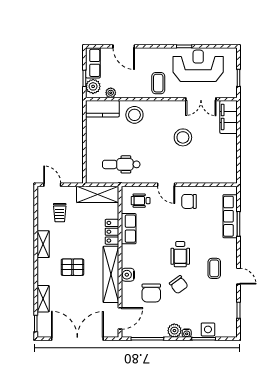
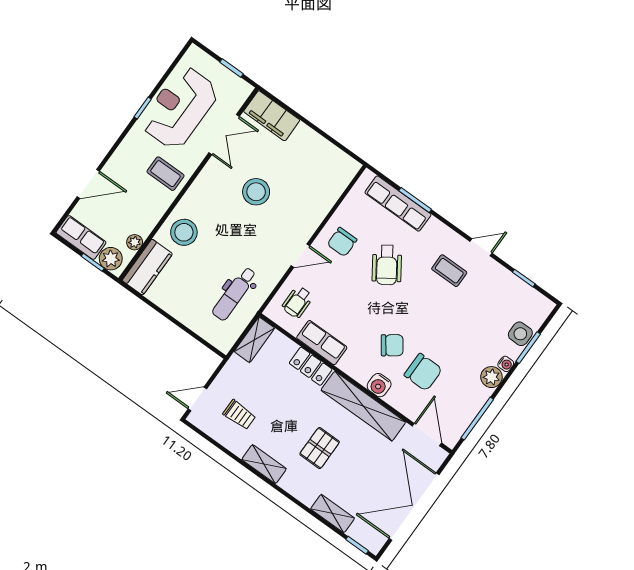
shelving: (98, 194) -> (254, 340), width x0.67, depth x0.75
wheelchair: (180, 254) -> (387, 265), moved, turned 56
chair: (179, 285) -> (392, 345), moved

